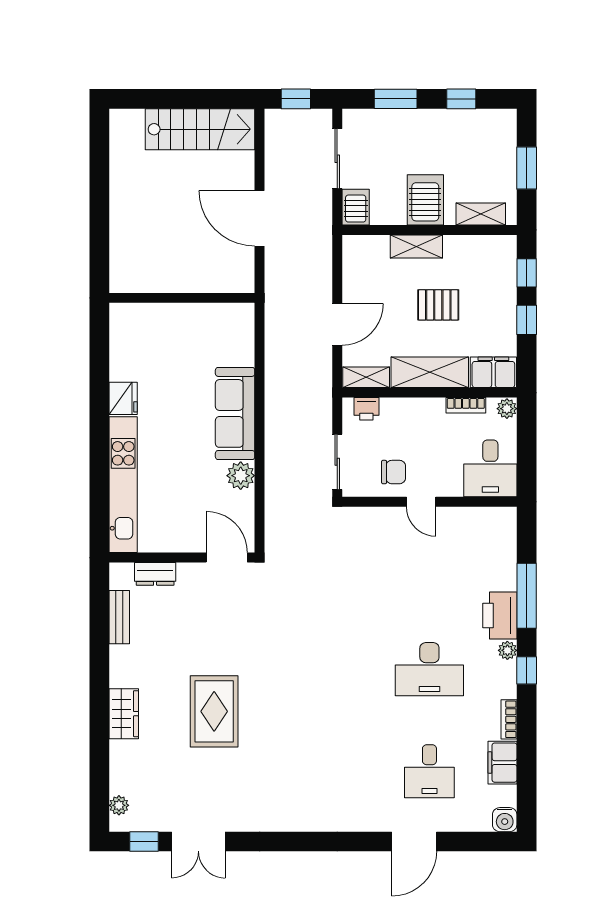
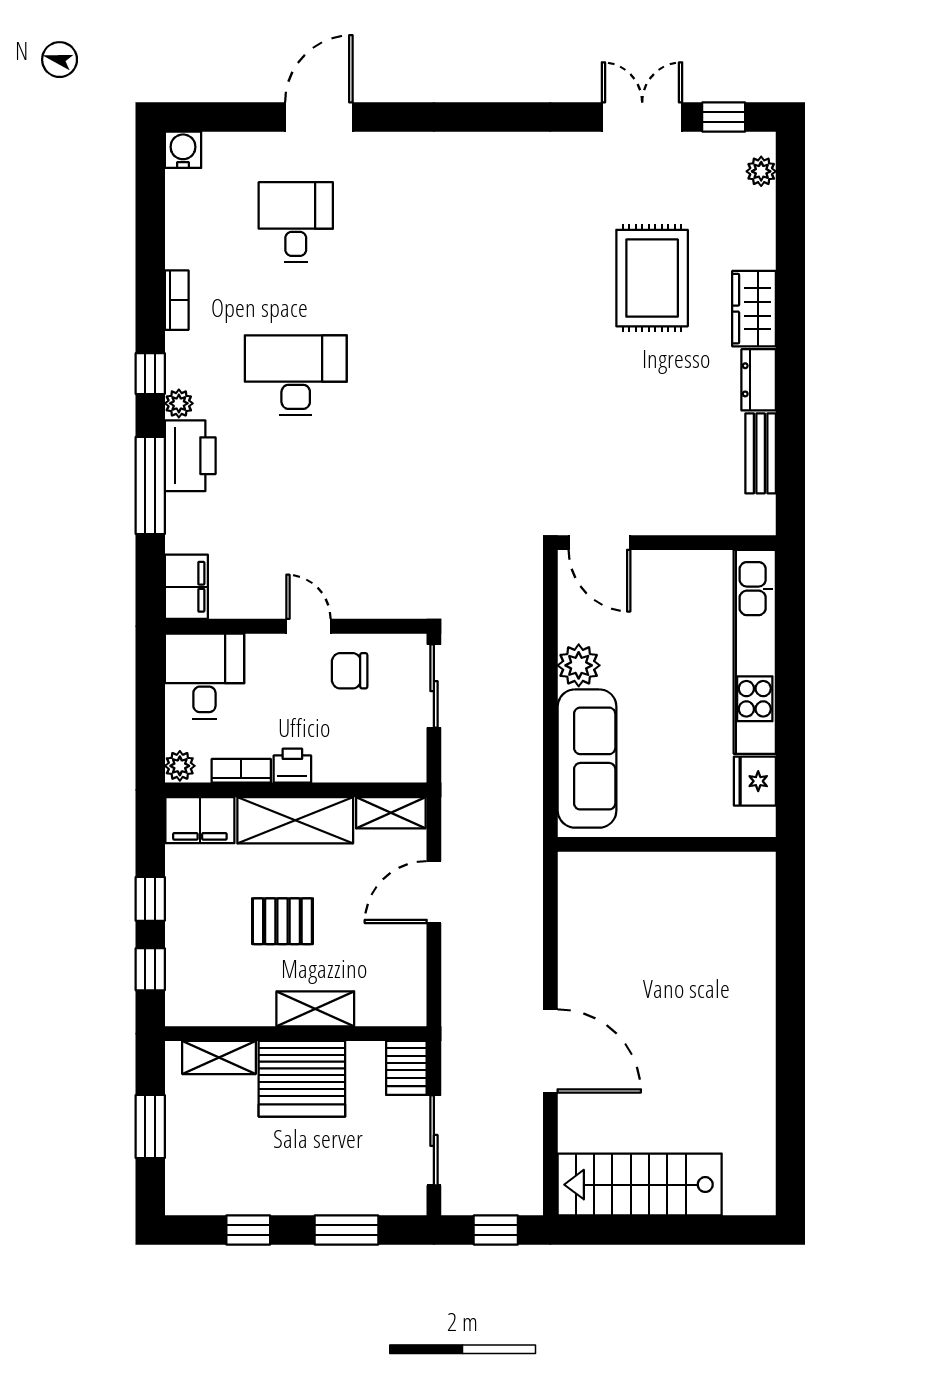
server rack: (425, 200) -> (302, 1079), width x1.60
wall: (182, 298) -> (667, 844), moved
printer: (366, 409) -> (292, 766), moved
dresser: (155, 574) -> (759, 380), moved, turned -90
rug: (214, 711) -> (652, 278), moved
filing cabinet: (503, 763) -> (186, 587), moved

